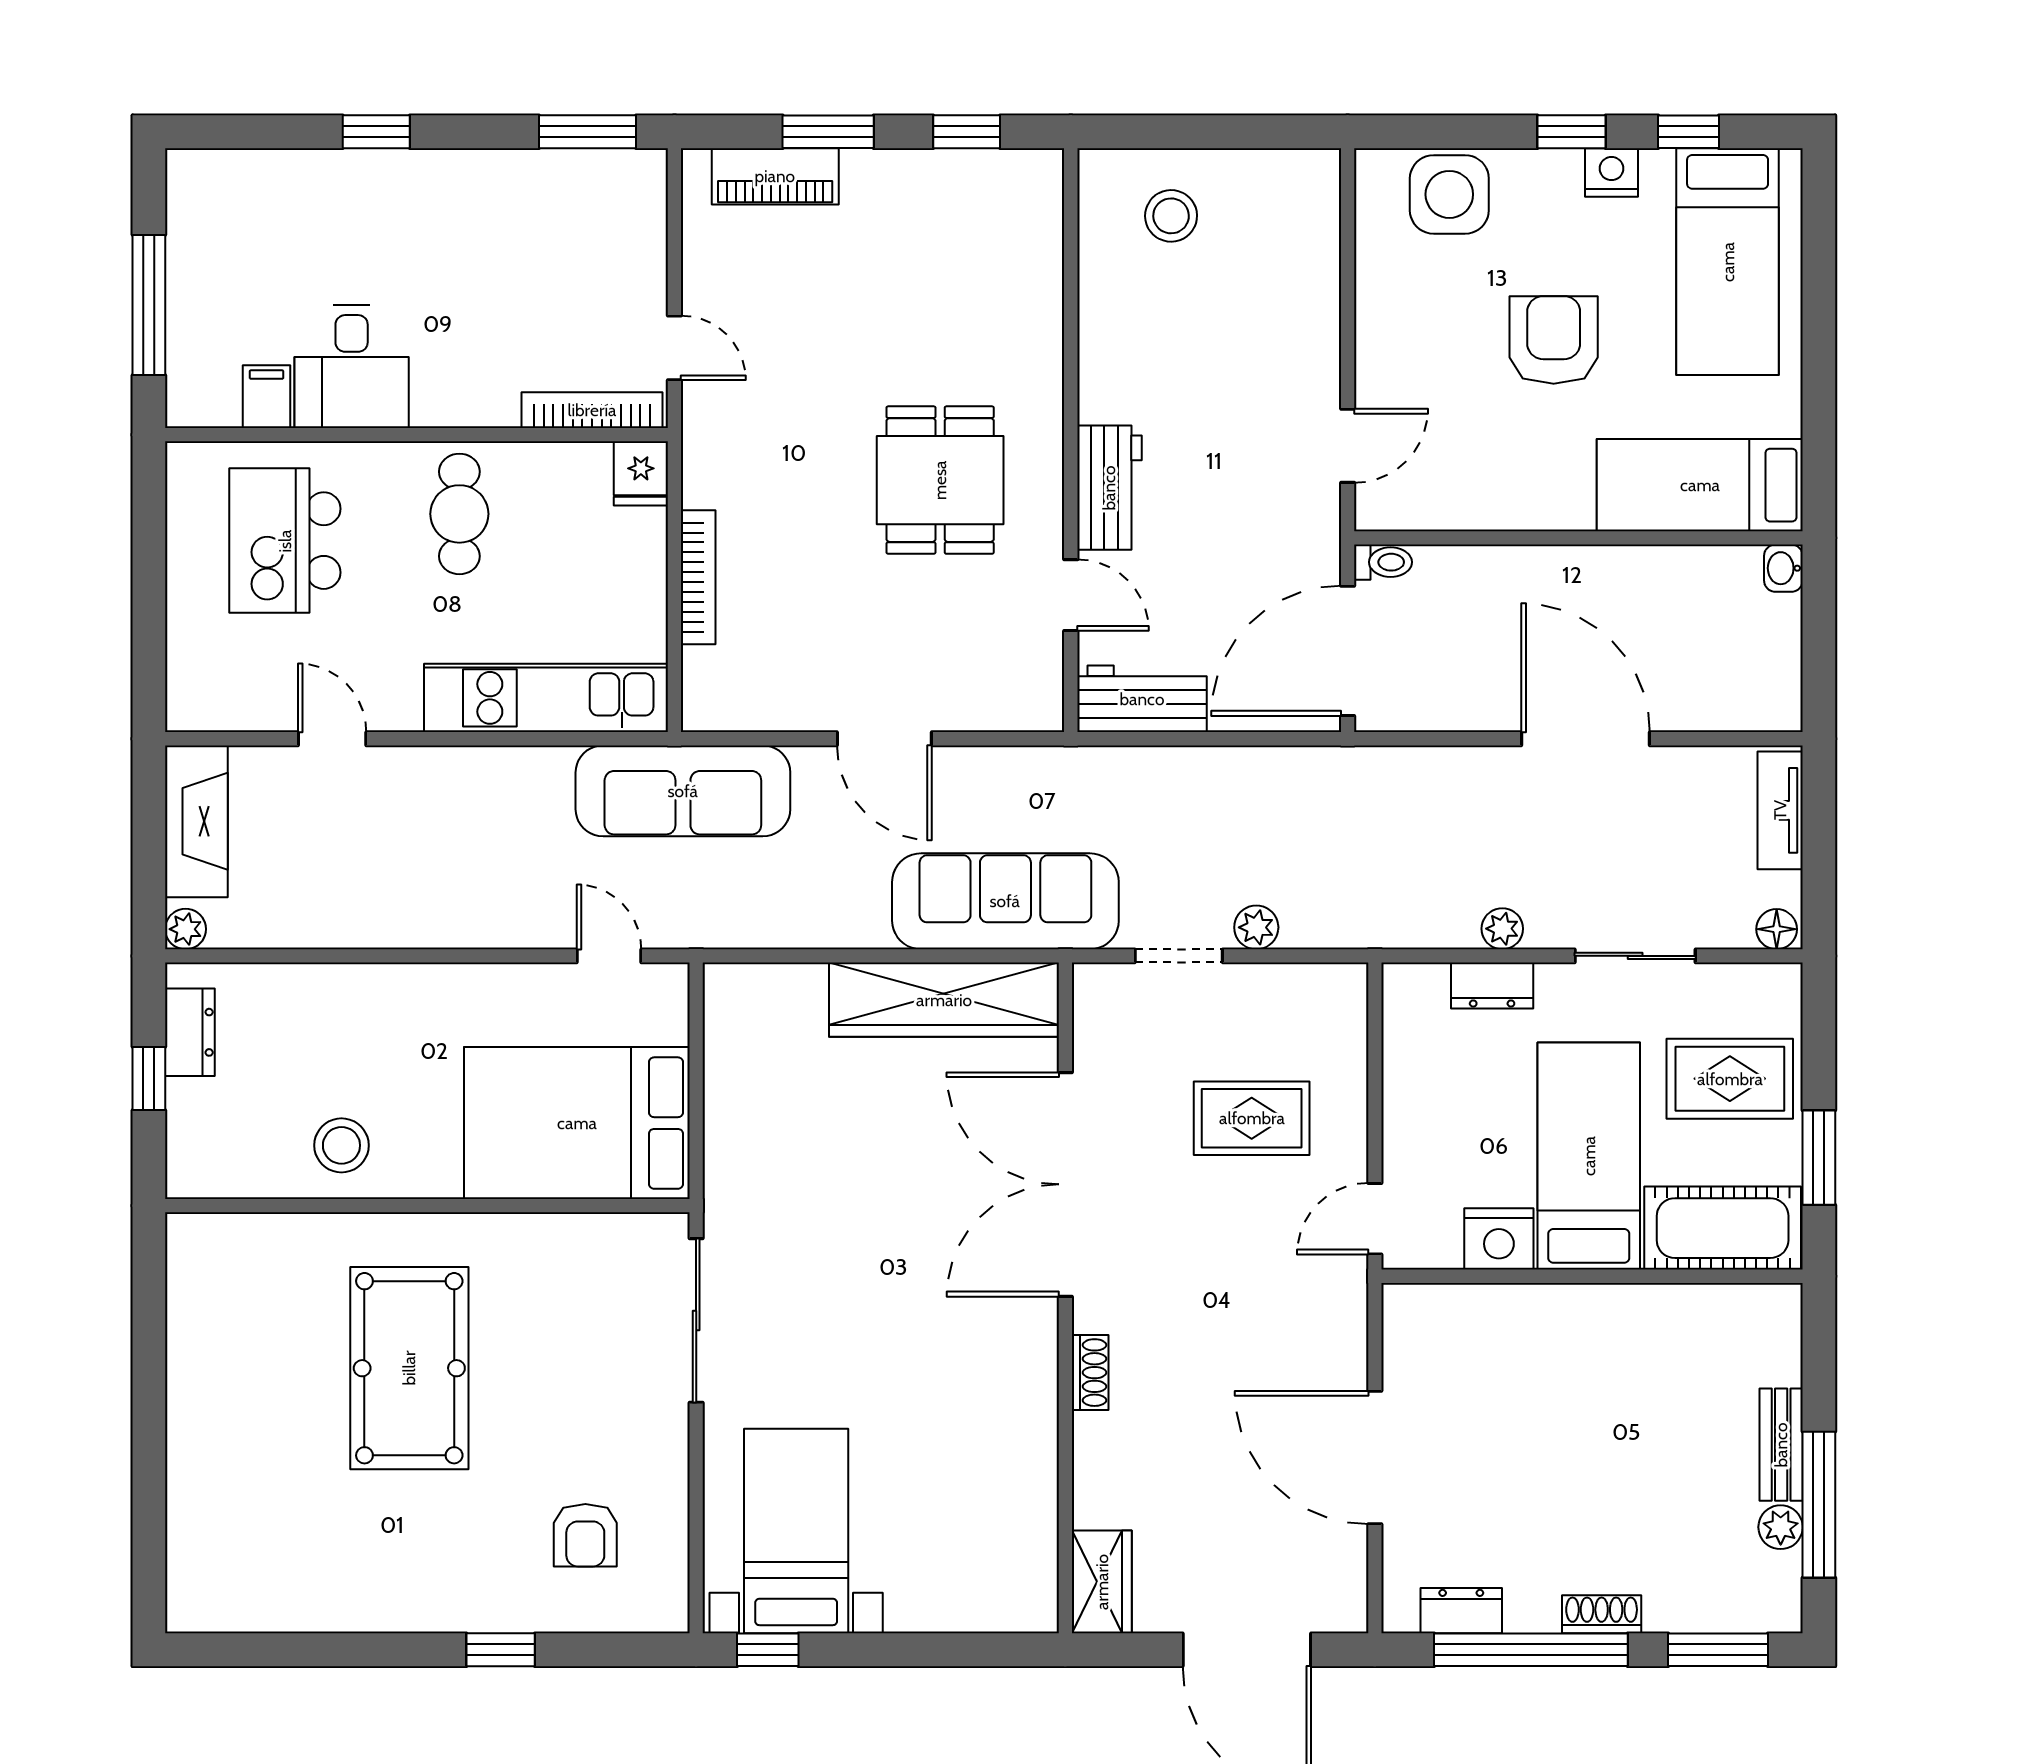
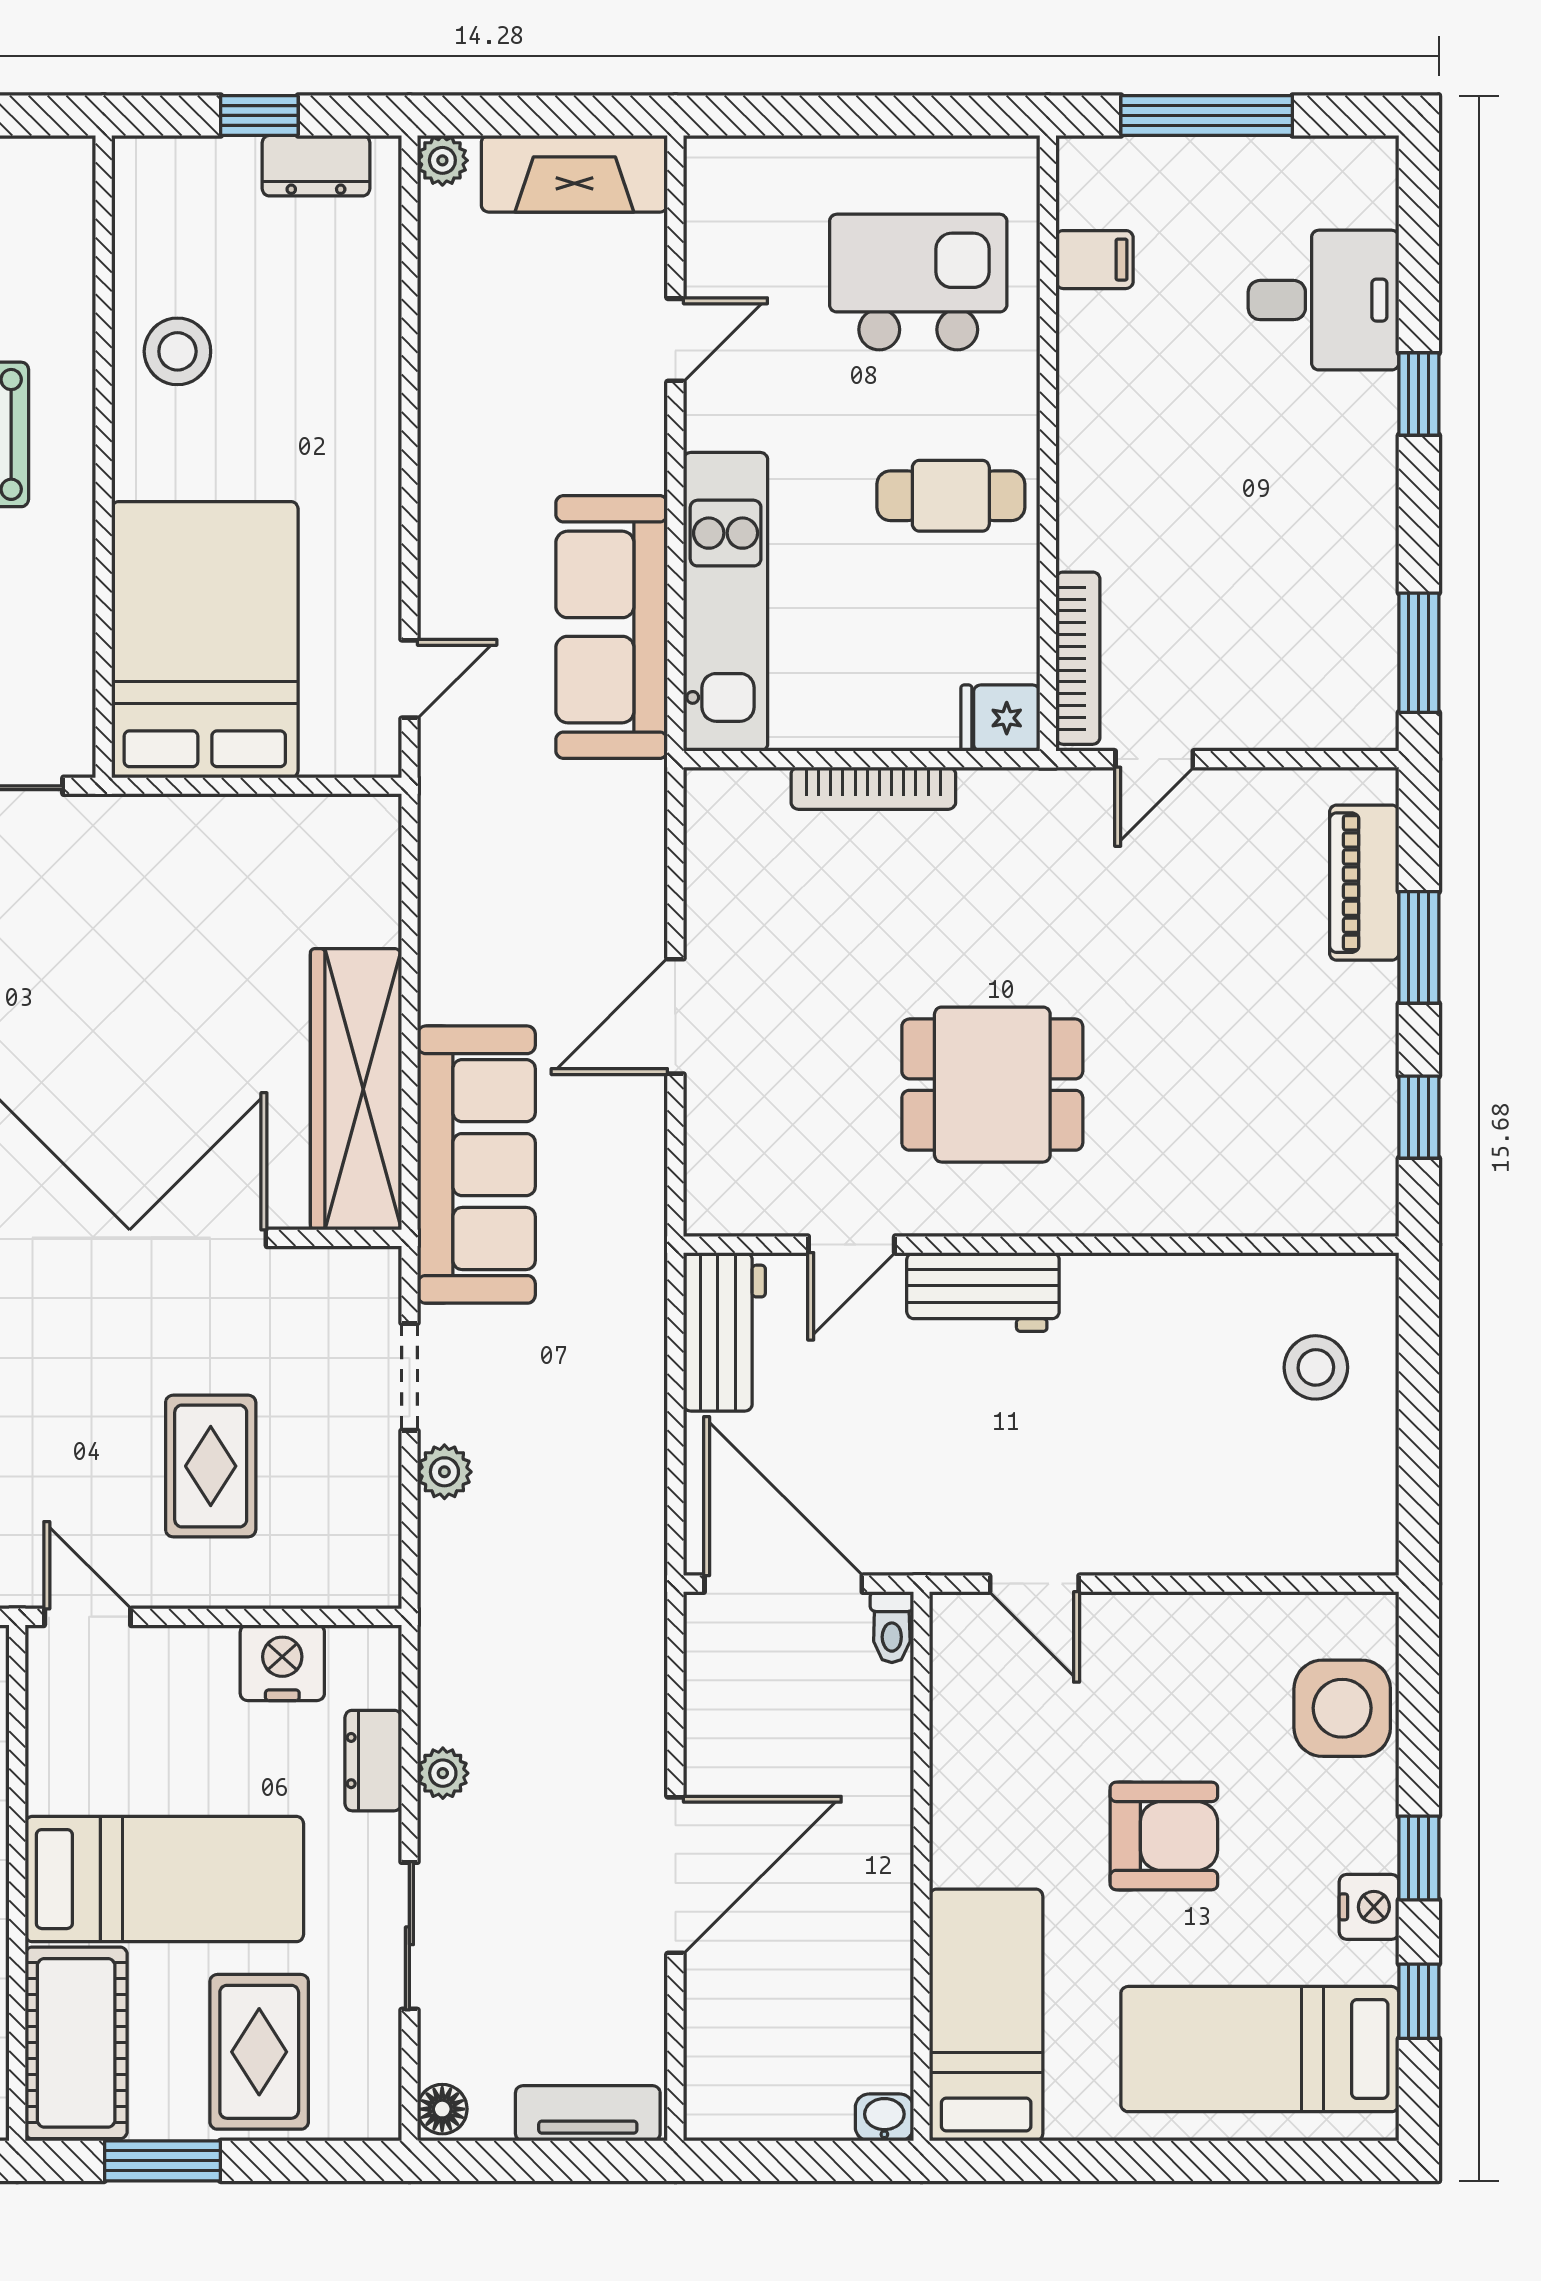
desk: (352, 367) -> (1324, 300), moved, turned 180
sofa: (683, 791) -> (612, 627), moved
nightstand: (1499, 1239) -> (282, 1663), moved, turned 90

